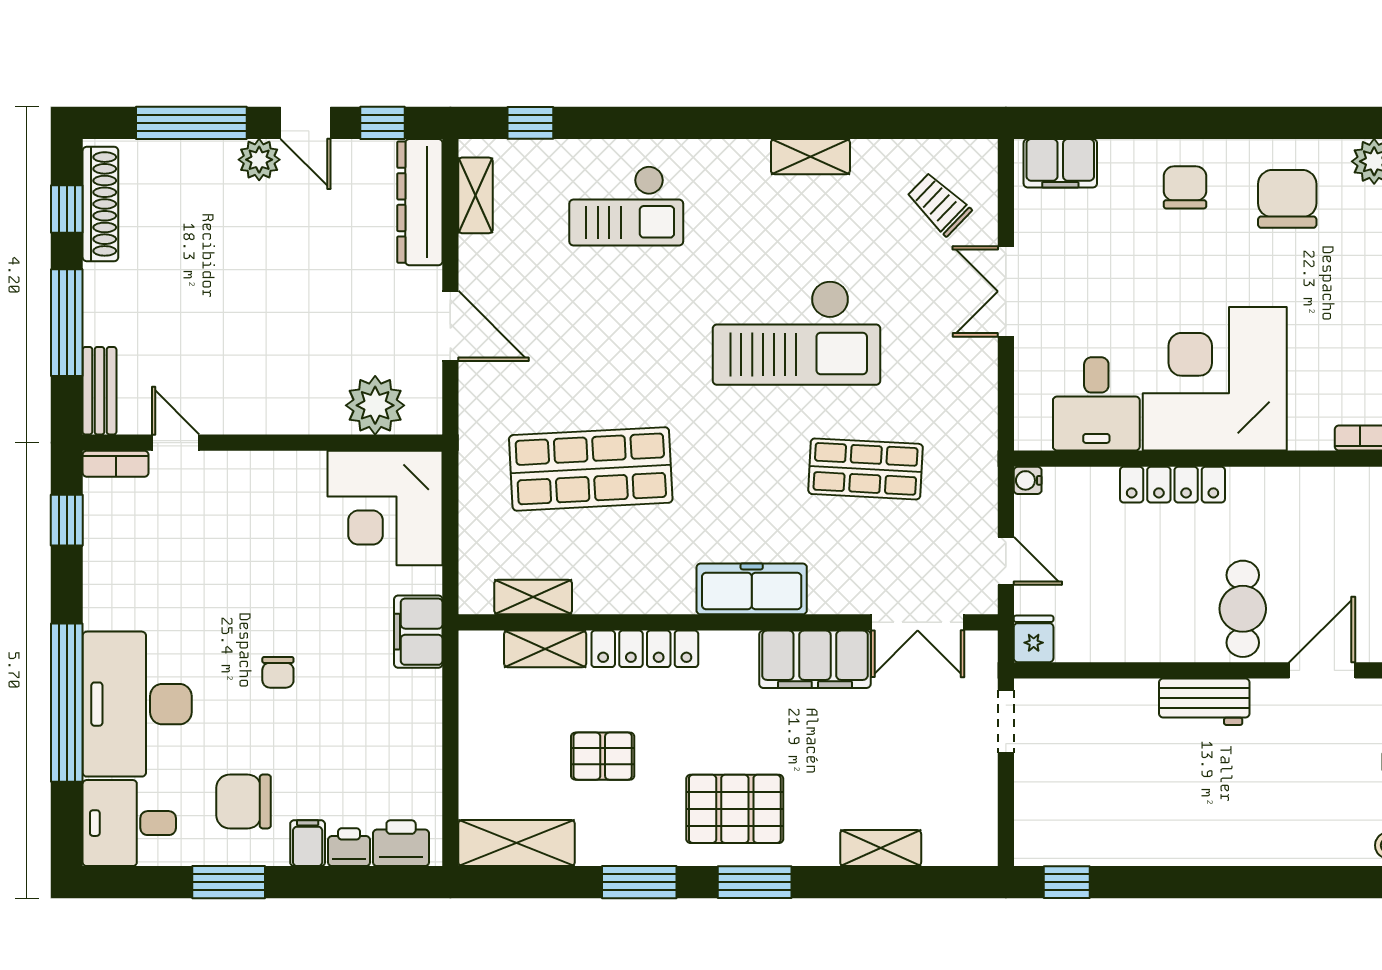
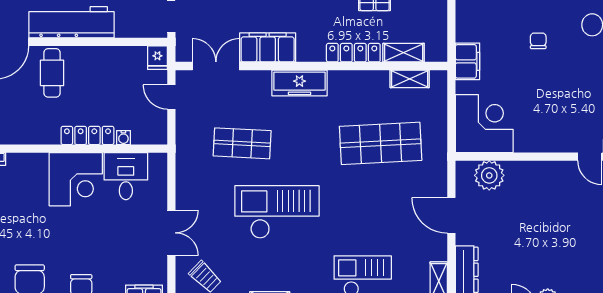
corner desk: (1215, 379) -> (76, 179), width x0.74, depth x0.74
water cooler: (1028, 480) -> (123, 138), moved, turned 90
workbench: (1204, 702) -> (71, 22), width x1.87, depth x1.32

